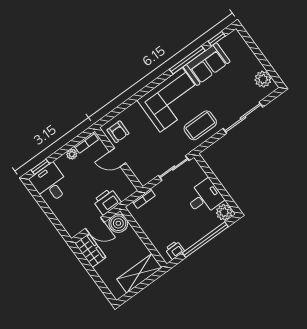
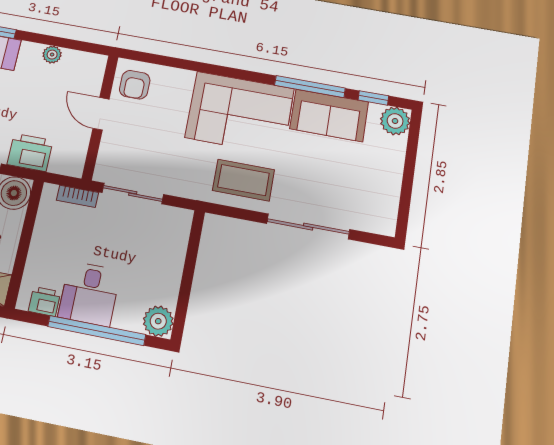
plant: (263, 79) -> (395, 121), moved
bookcase: (86, 143) -> (83, 59), removed
sliding door: (174, 168) -> (133, 193), moved
desk: (204, 197) -> (89, 294), moved, turned 90

